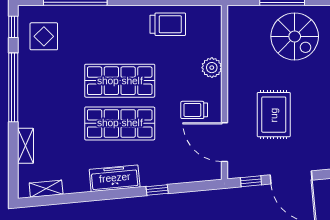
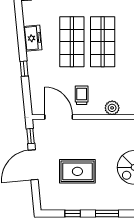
rug: (274, 115) -> (77, 171), moved
door: (224, 142) -> (59, 117), hinge flipped
freezer: (115, 178) -> (33, 38), width x0.71

